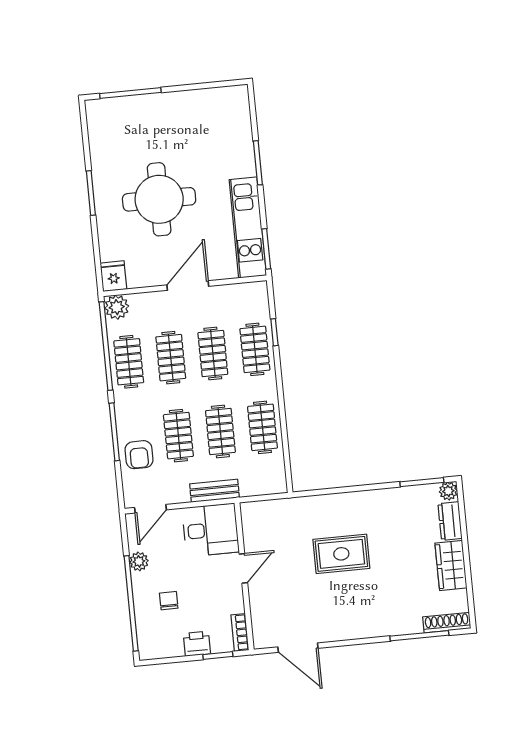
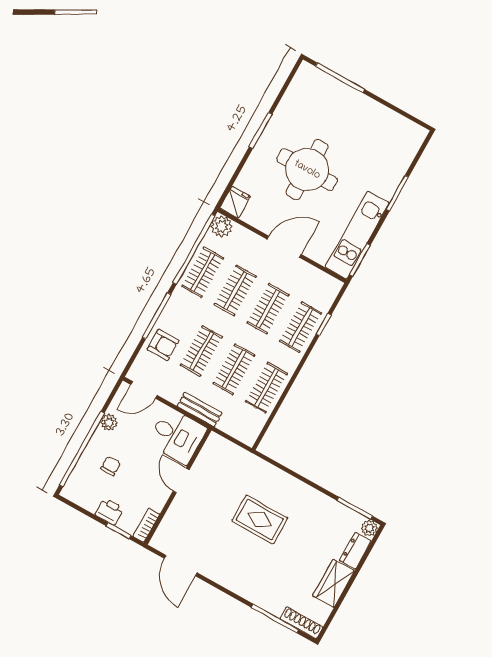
armchair: (139, 455) -> (163, 345), turned -90
door: (243, 568) -> (181, 480), swing flipped

